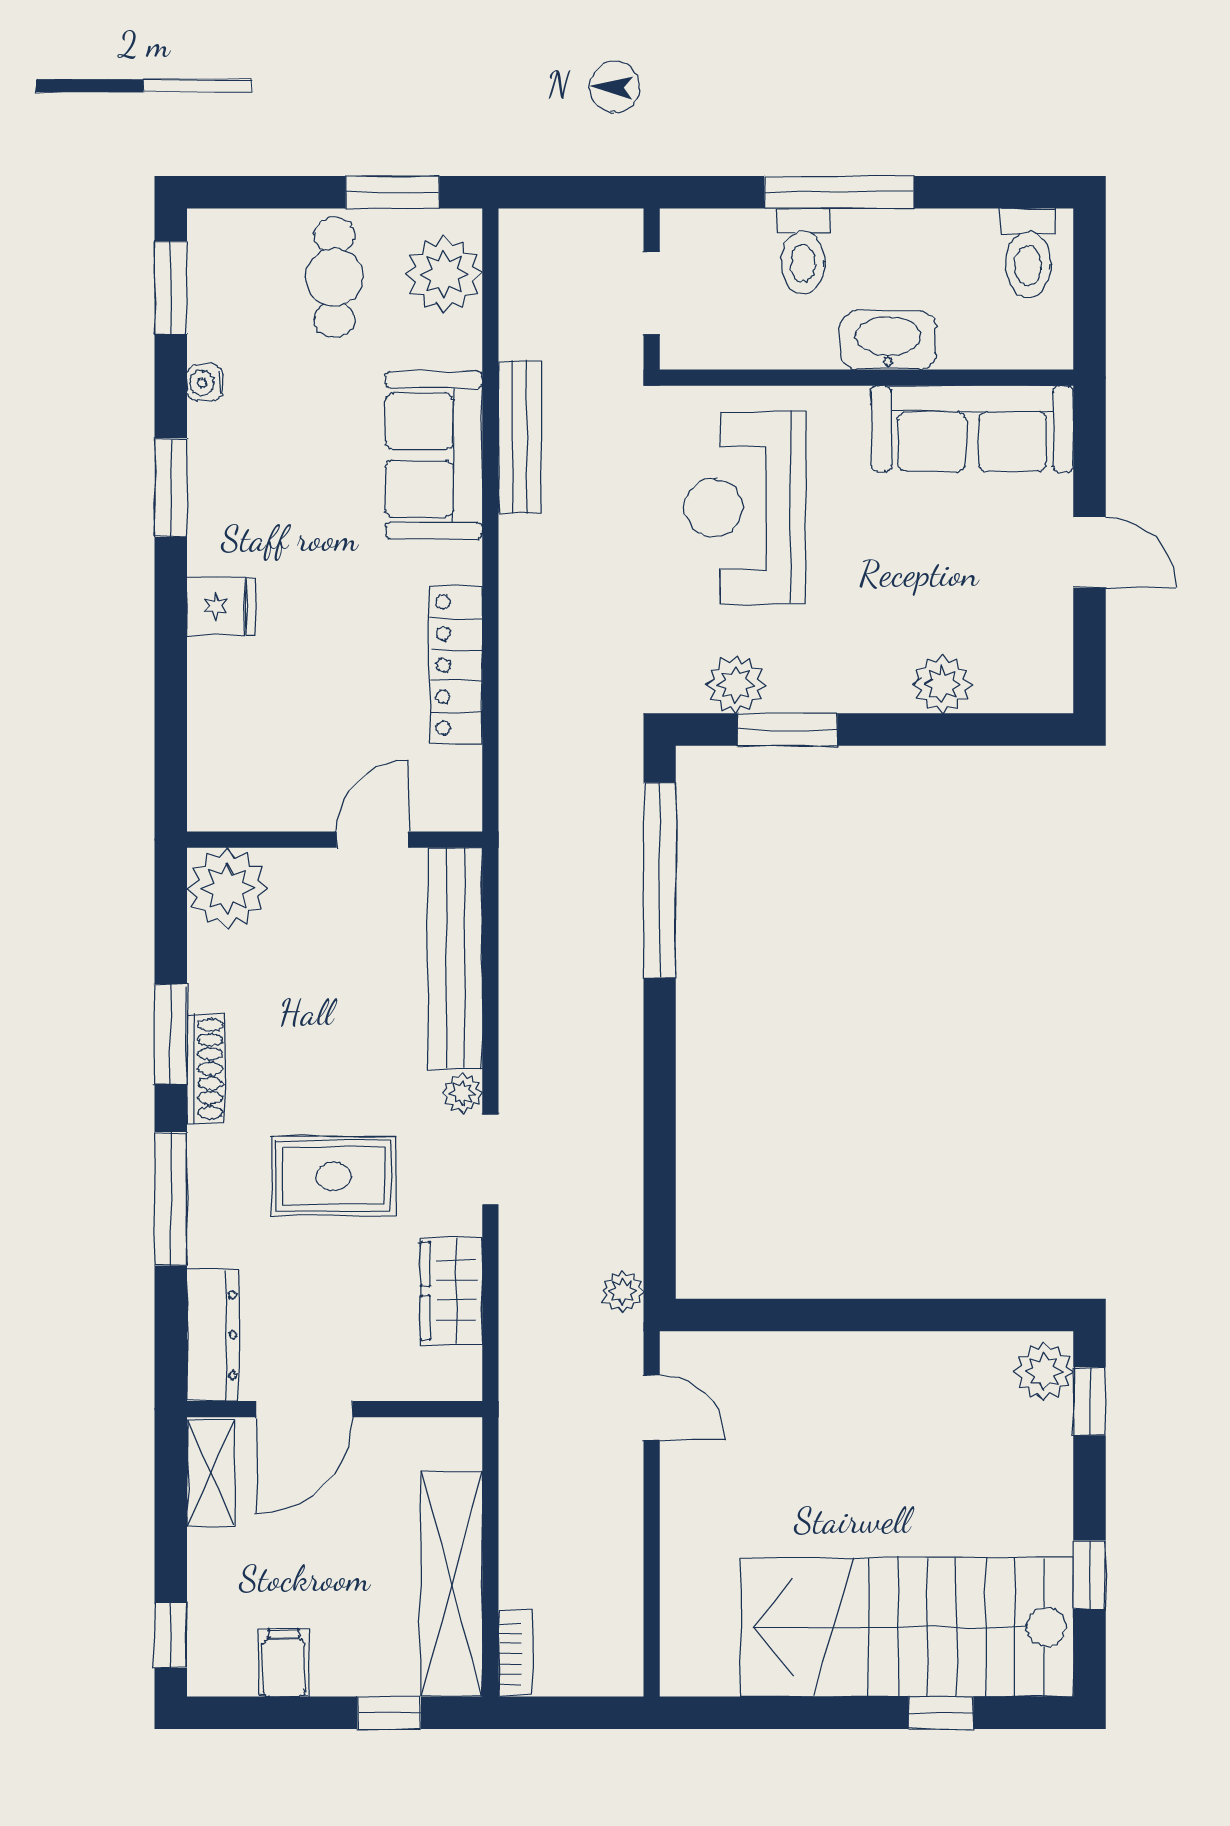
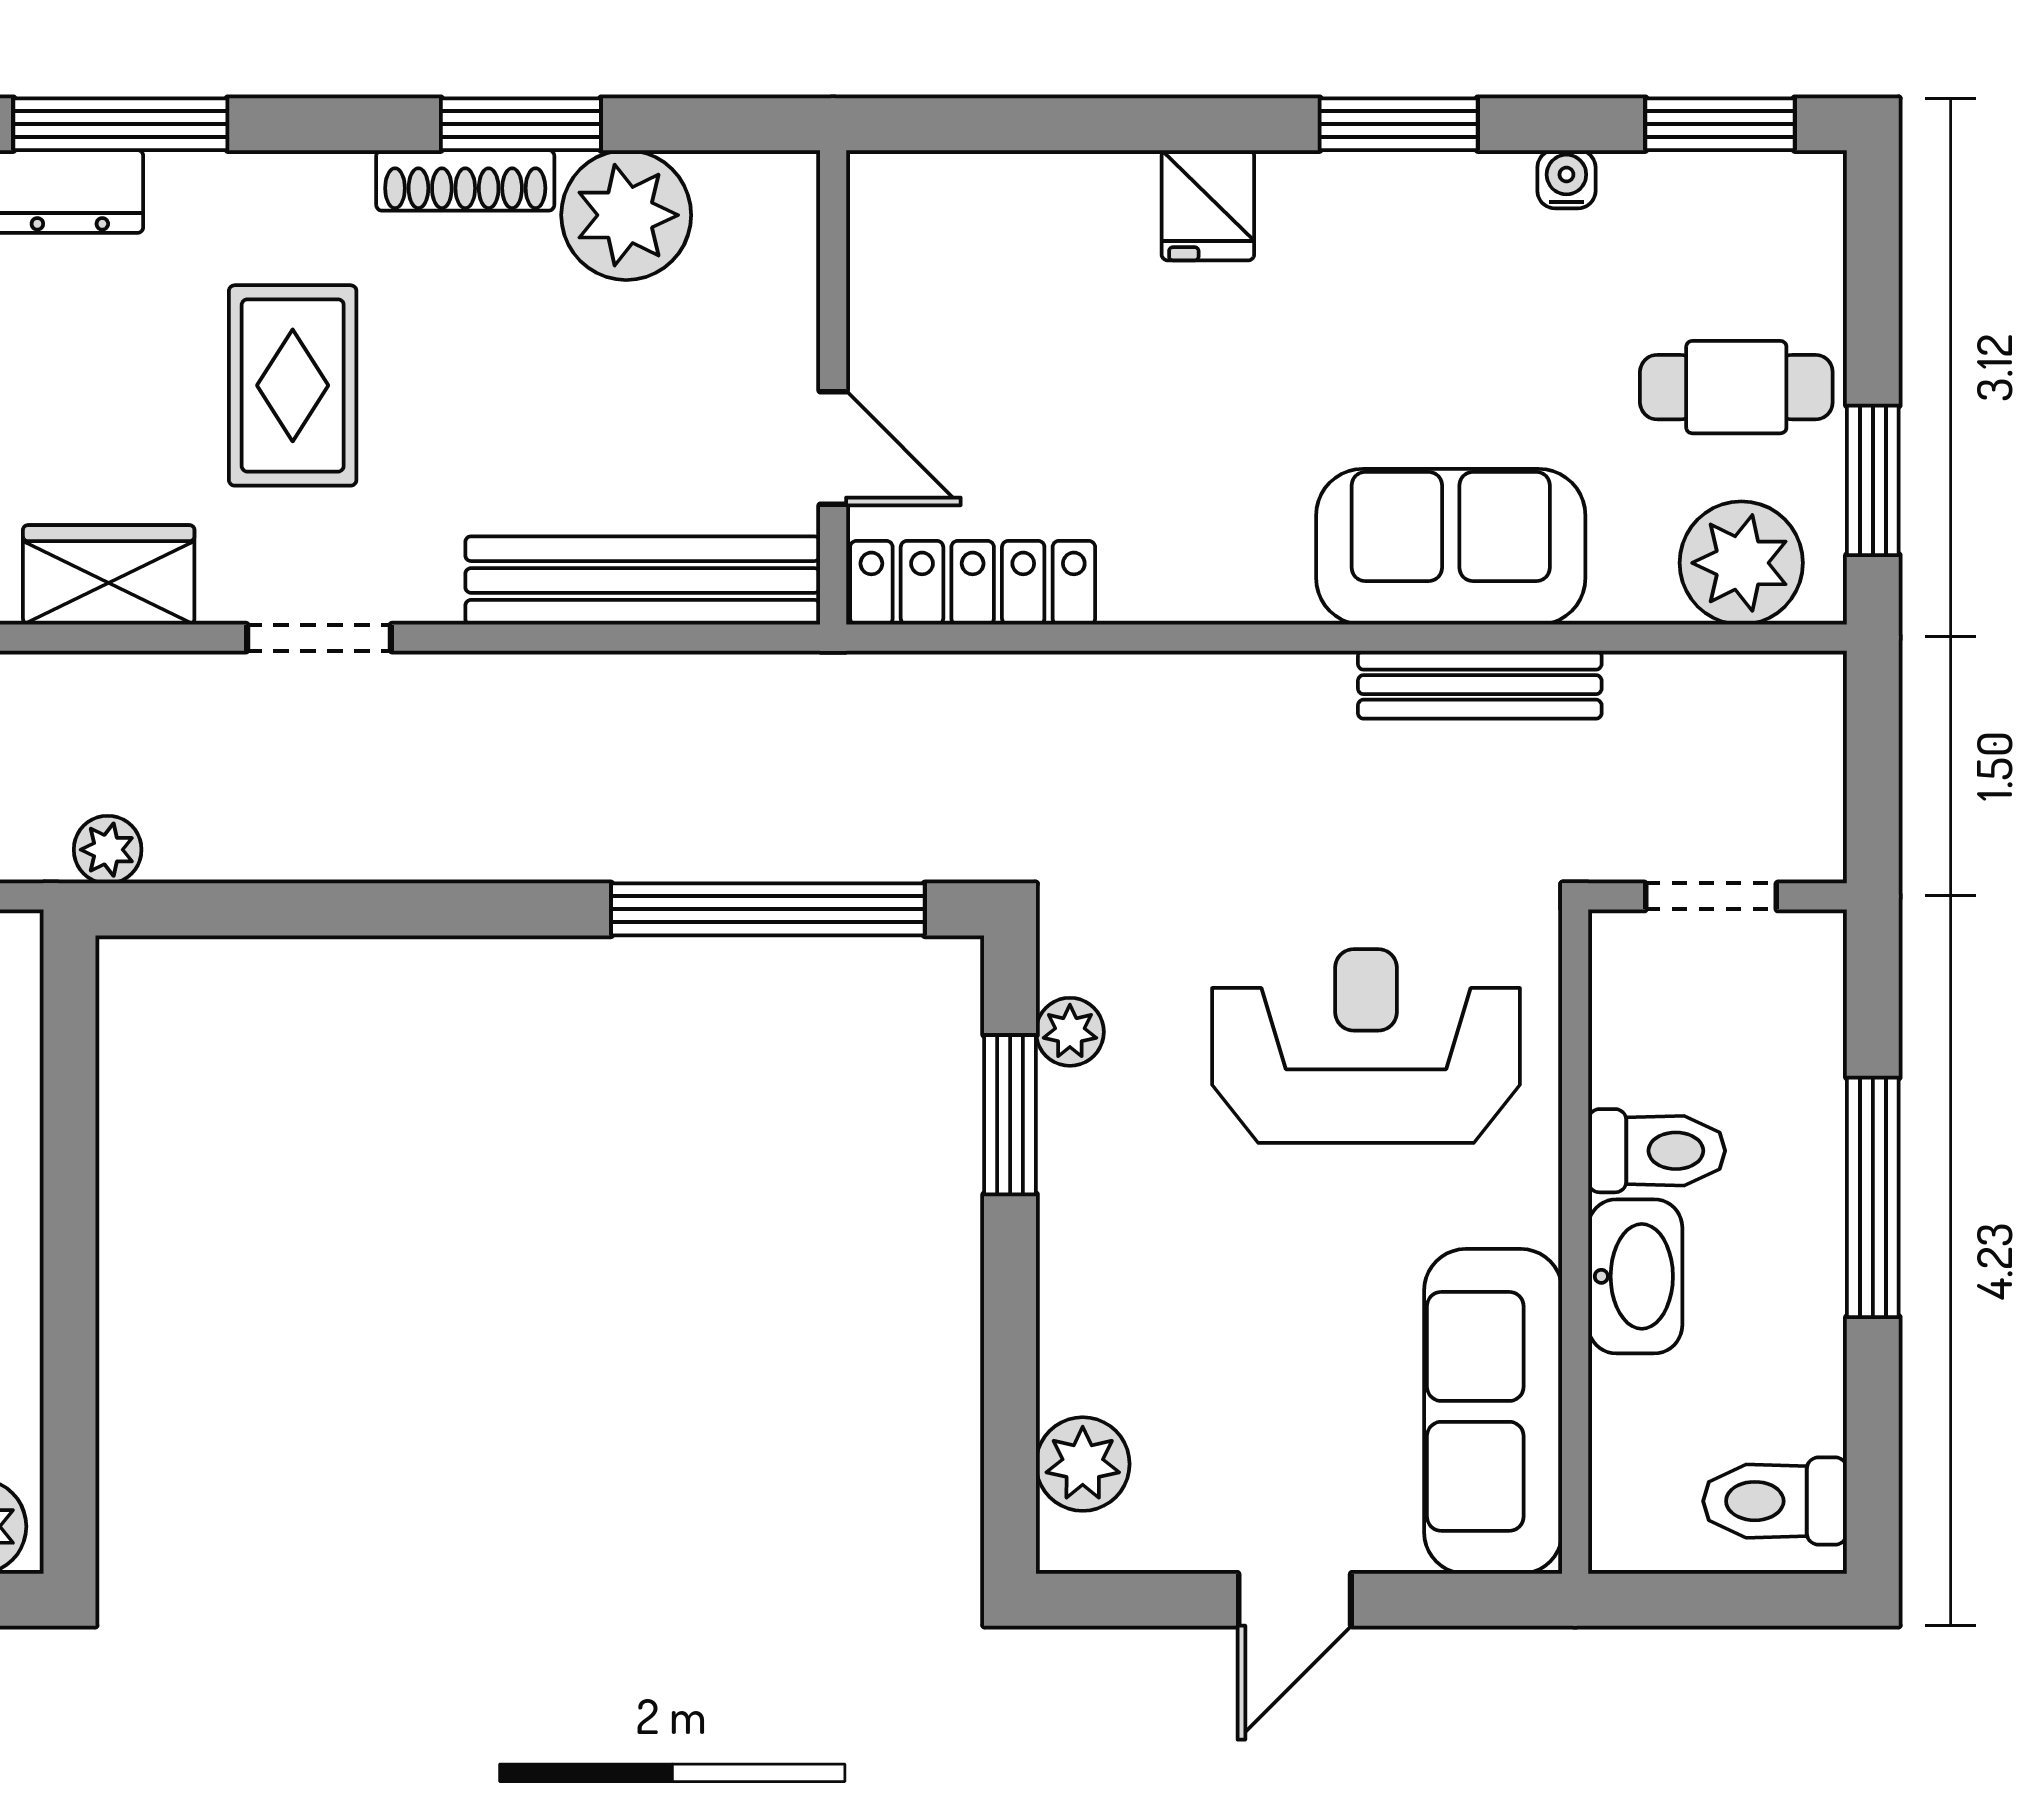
toilet: (803, 251) -> (1657, 1151), moved, turned 180
locker: (456, 665) -> (973, 583), moved
plant: (736, 684) -> (1070, 1032), width x0.73, depth x0.73
plant: (942, 684) -> (1083, 1464), moved
plant: (227, 888) -> (626, 215), moved
plant: (462, 1093) -> (426, 592), removed
window: (171, 1199) -> (120, 124), moved

